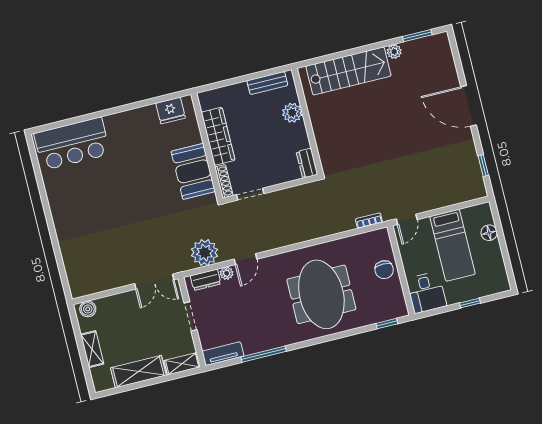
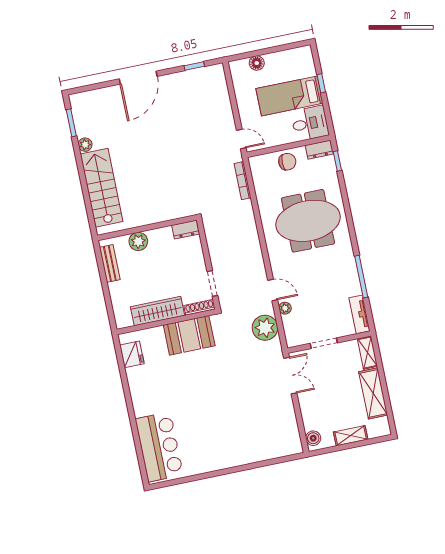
bookcase: (369, 221) -> (243, 181), width x1.56
bed: (453, 245) -> (289, 96), moved, turned 180
dresser: (206, 280) -> (319, 150), moved, turned 90

